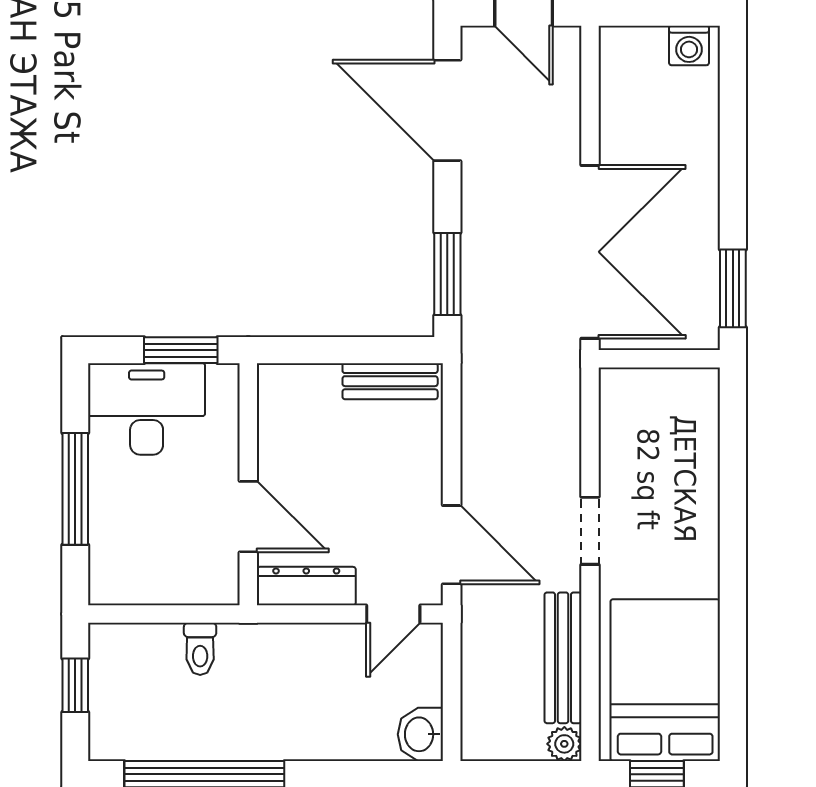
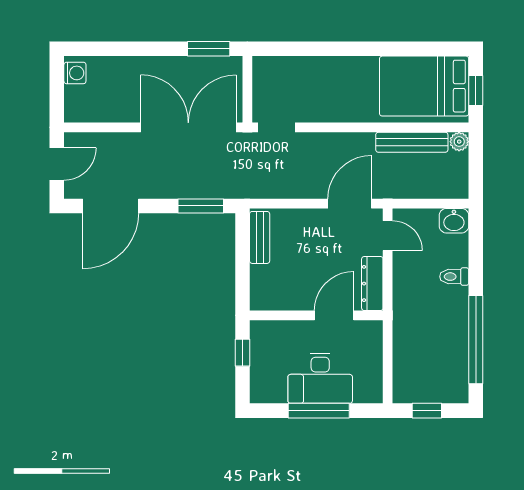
window: (181, 350) -> (243, 353), width x0.67
desk: (147, 409) -> (320, 378), moved, turned -90
doorway: (590, 531) -> (277, 127), moved
toilet: (200, 649) -> (454, 277), moved, turned 180

